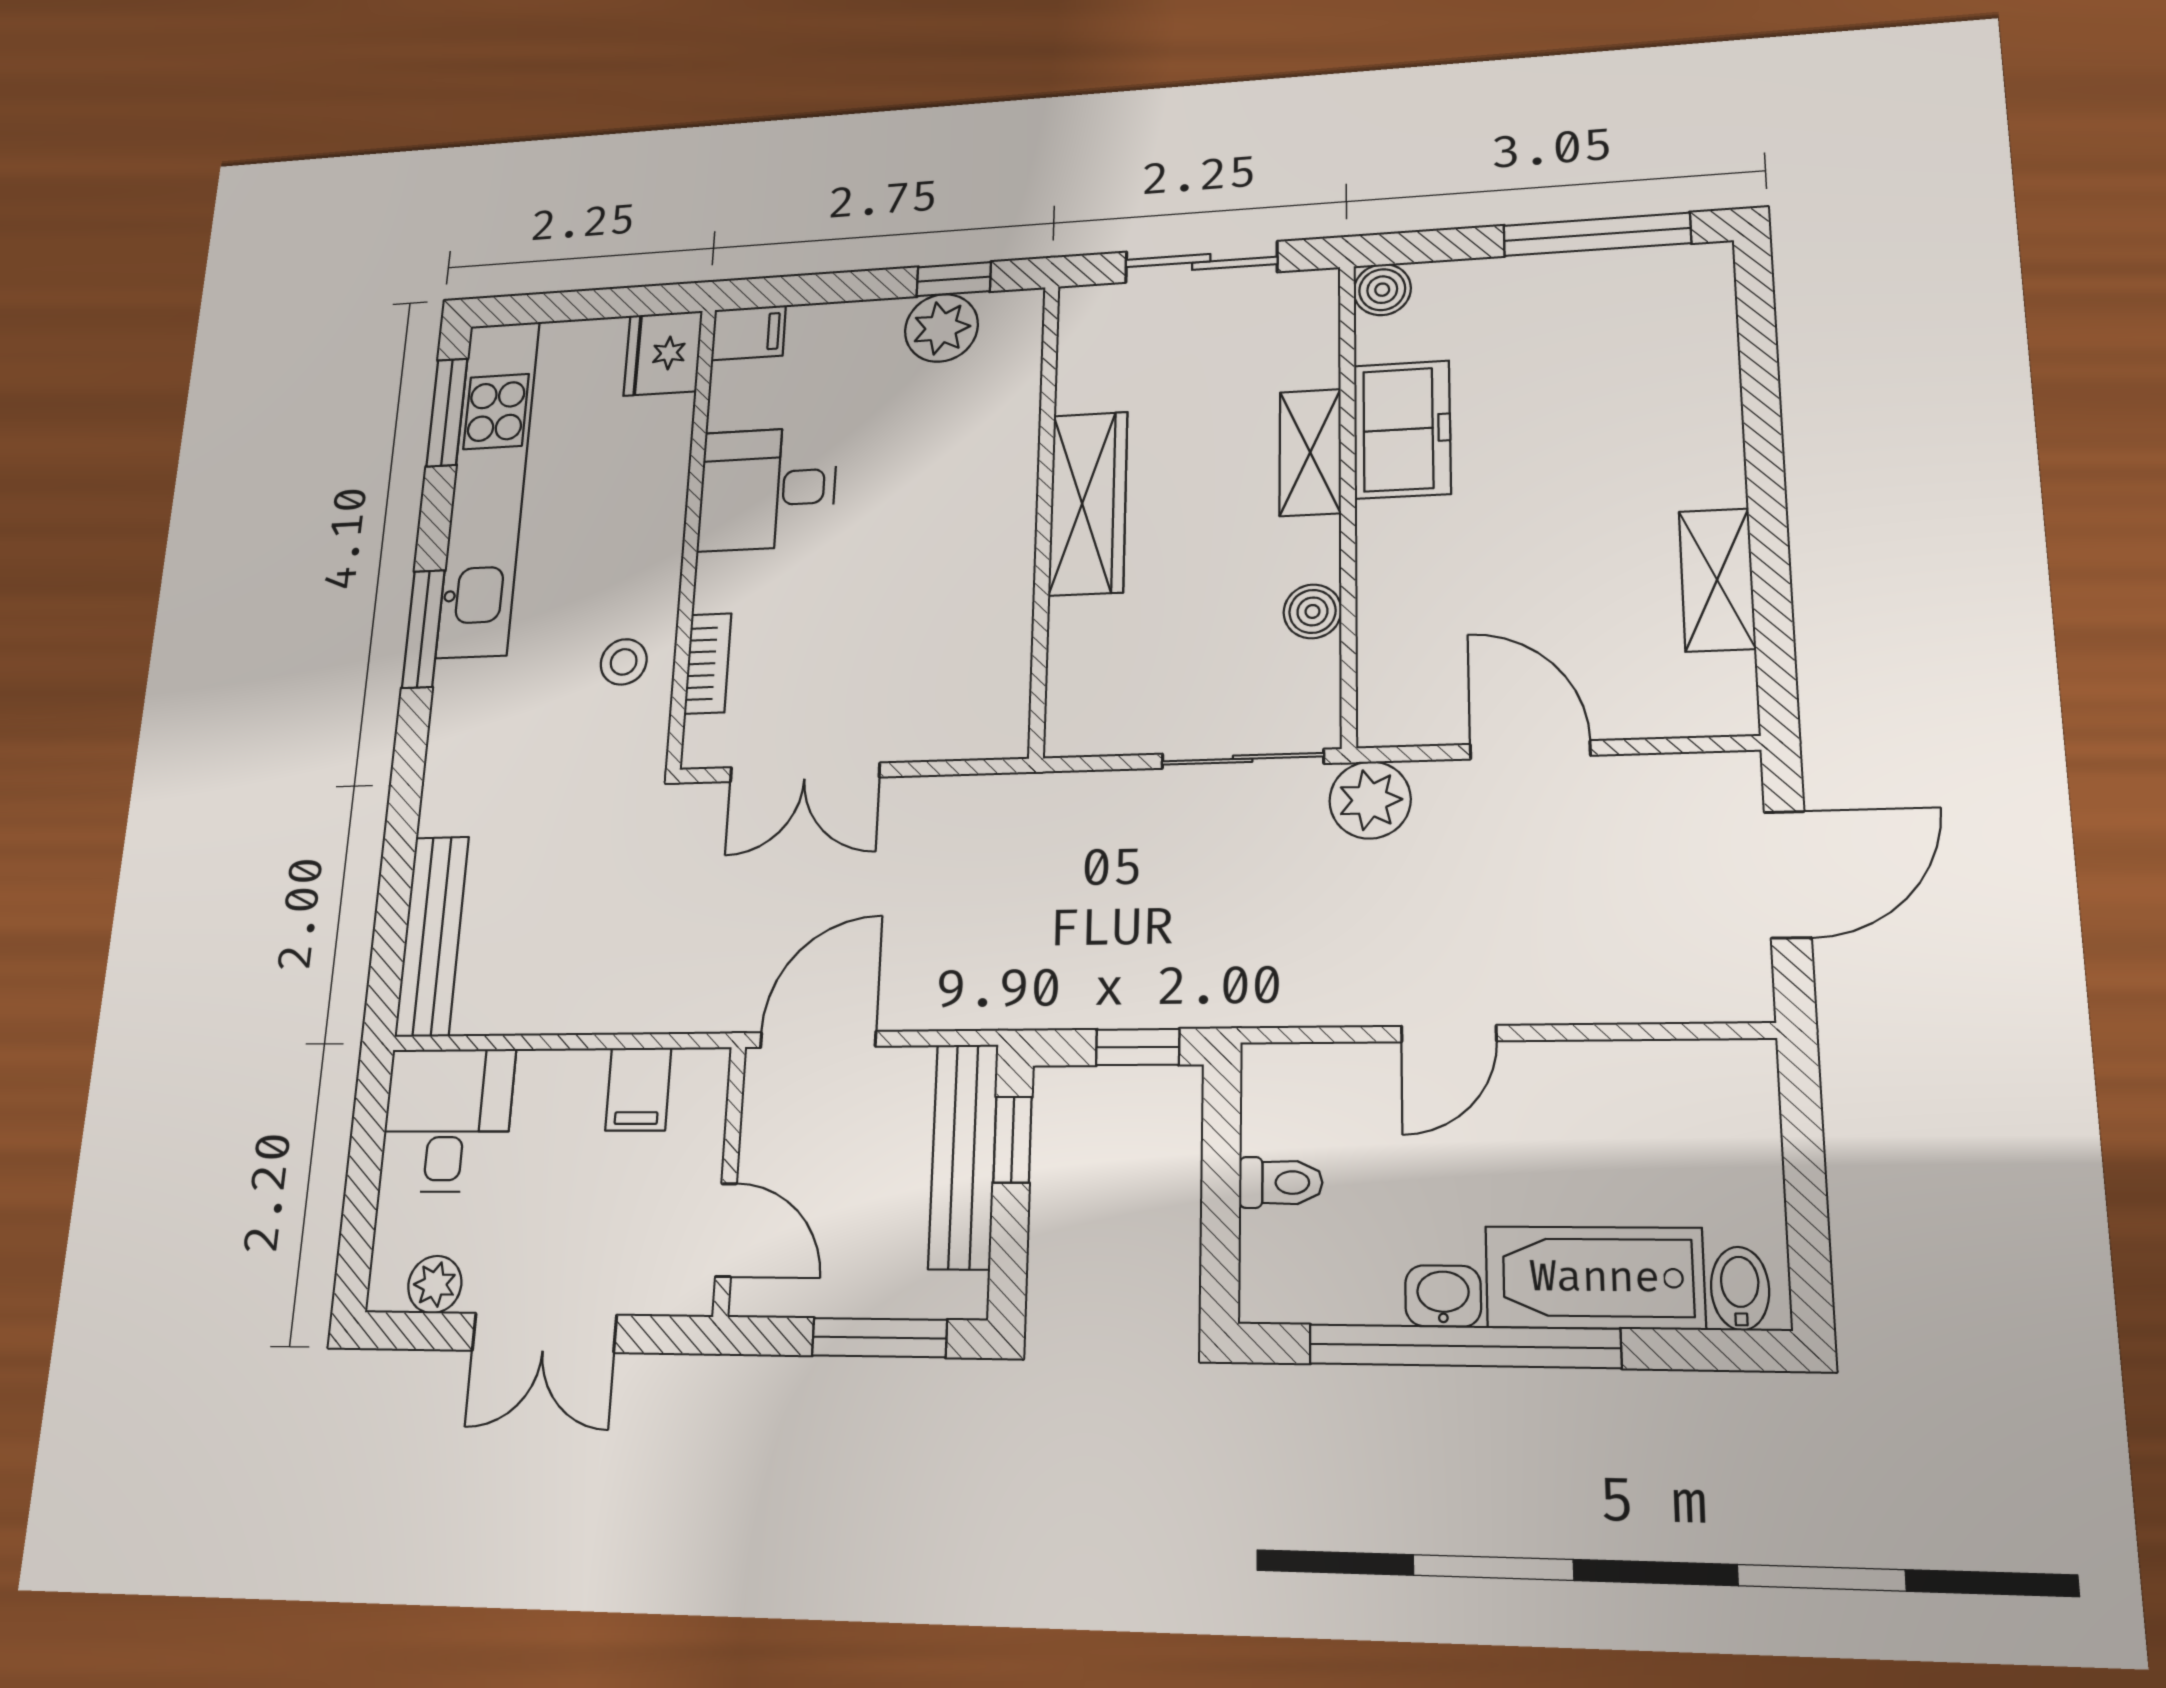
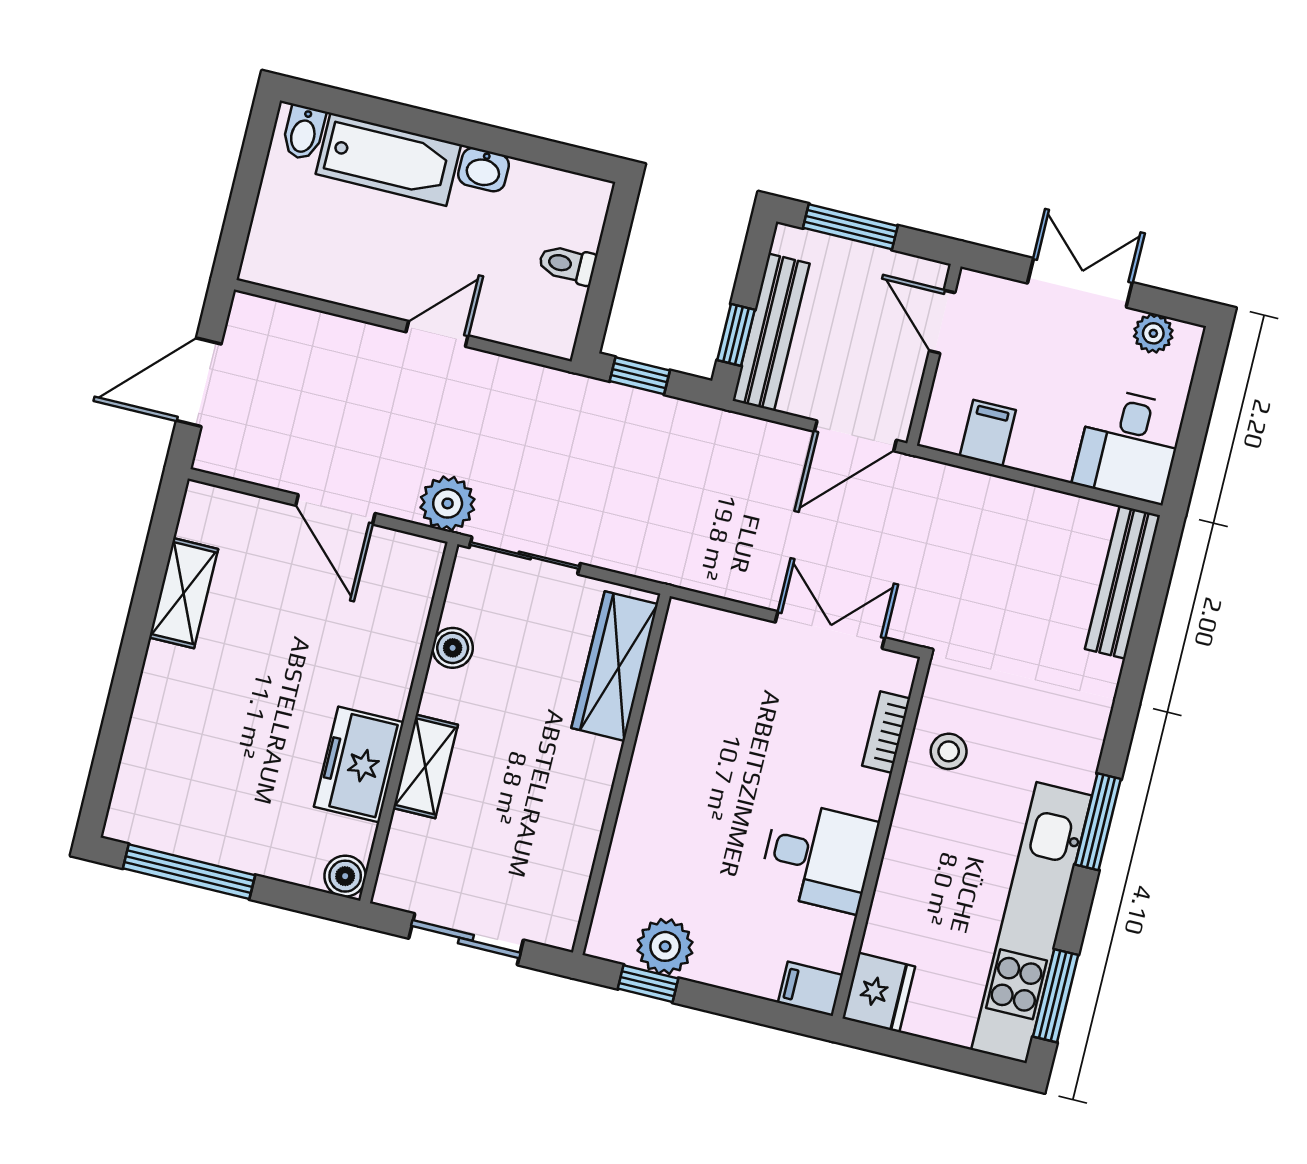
wardrobe: (1088, 503) -> (615, 666), moved
window: (1464, 1346) -> (479, 136), removed

